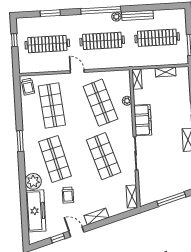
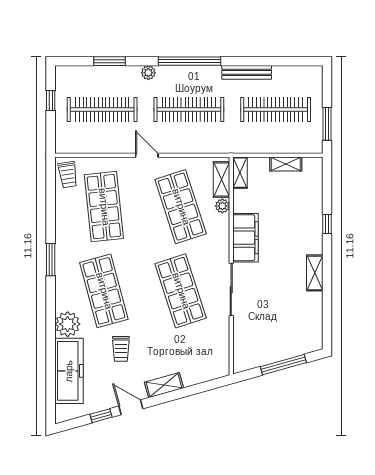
plant: (116, 17) -> (148, 73), moved
shelving: (132, 197) -> (221, 179), moved

